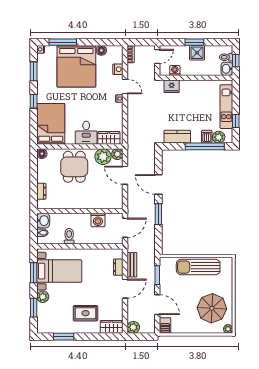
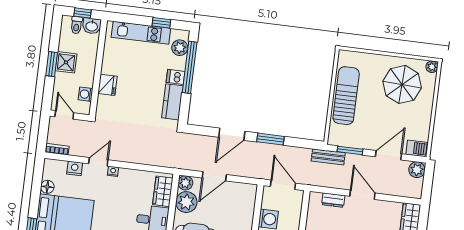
fridge: (172, 86) -> (108, 85), moved
dishwasher: (207, 137) -> (175, 77), moved
bench: (132, 265) -> (328, 157), moved
sun lounger: (198, 267) -> (346, 96), turned 180
plant: (133, 327) -> (417, 170), moved

